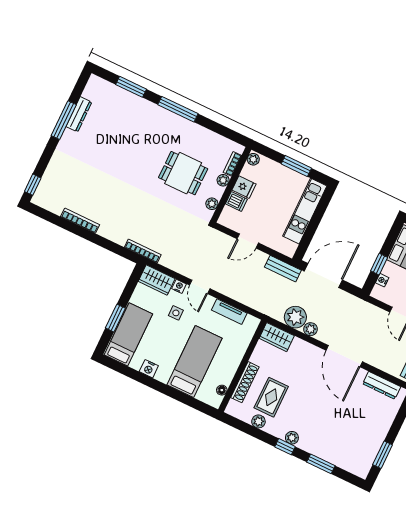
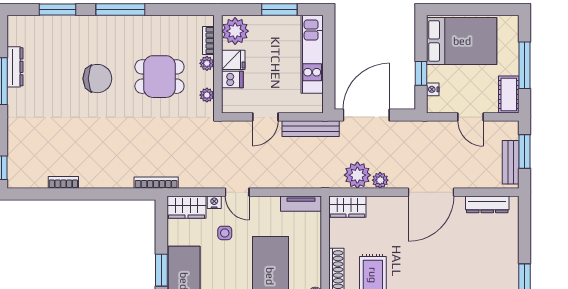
chair: (136, 152) -> (97, 79), added
plant: (253, 159) -> (235, 31), width x1.88, depth x1.88
bookcase: (80, 221) -> (63, 182), width x0.64
bench: (283, 269) -> (311, 129), width x1.36
tv unit: (229, 312) -> (301, 204), moved
door: (344, 356) -> (431, 192), hinge flipped

